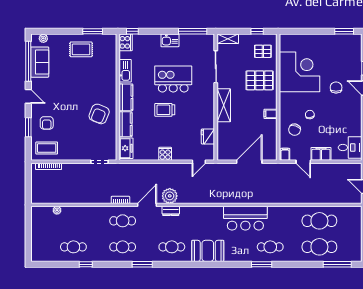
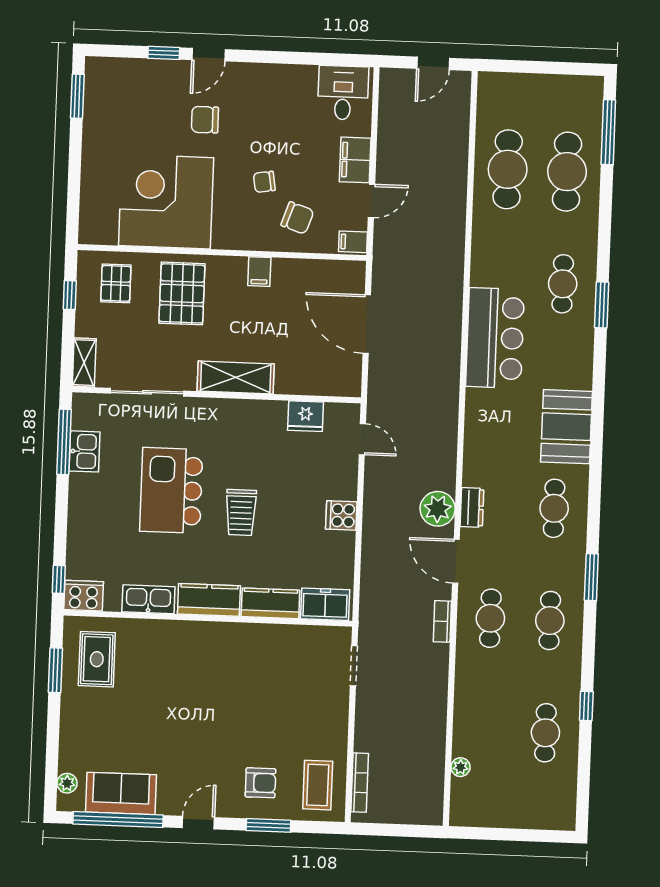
kitchen sink: (170, 40) -> (85, 451), moved
rug: (81, 49) -> (97, 659), moved
armchair: (99, 114) -> (244, 663), removed

